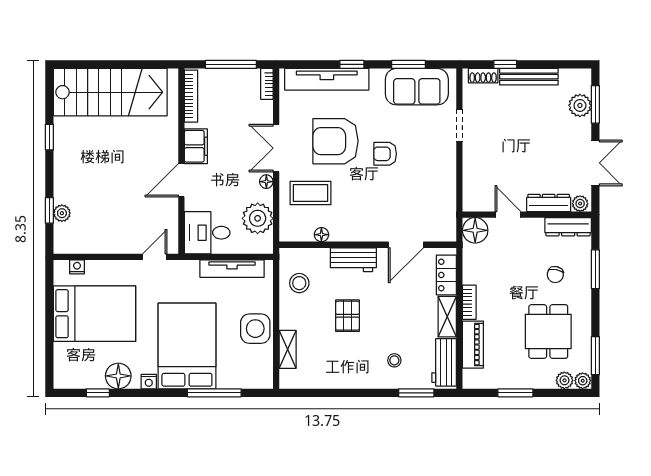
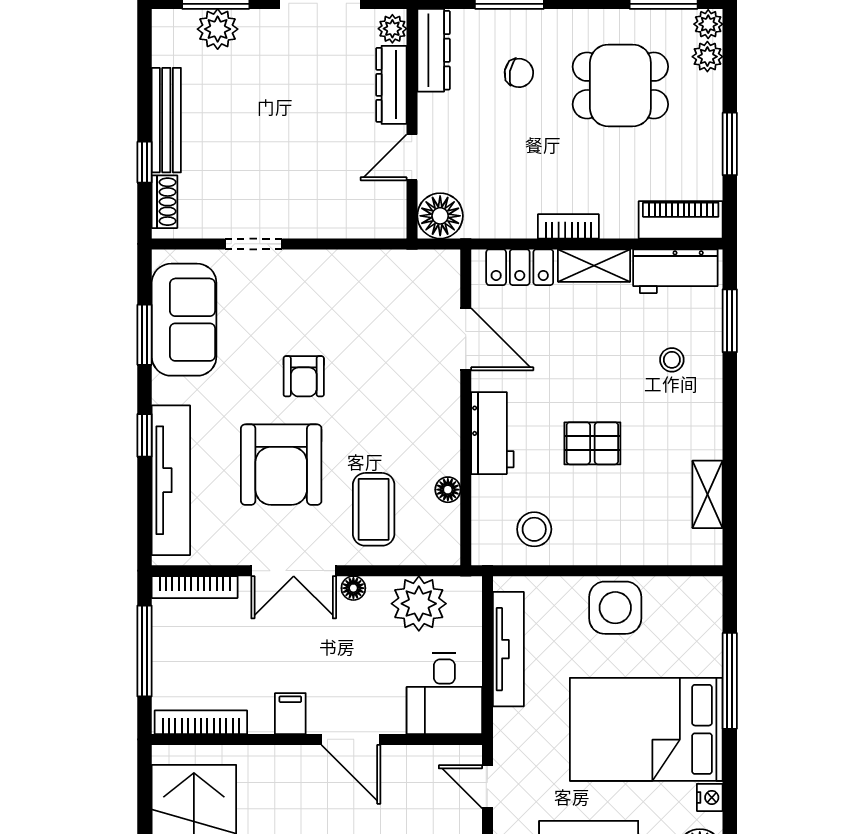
bookcase: (267, 84) -> (195, 587), width x1.56
filing cabinet: (196, 146) -> (290, 714), width x0.50
piano: (473, 345) -> (681, 220), moved
shelving: (288, 349) -> (707, 494), moved, turned 90

